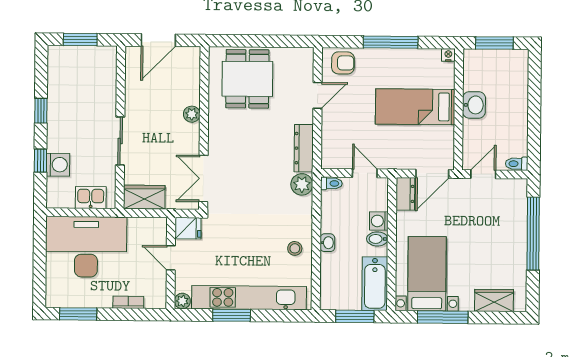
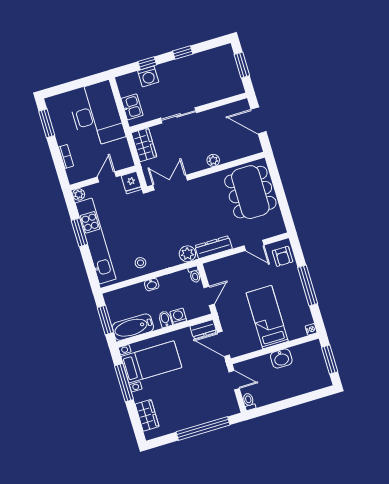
dining table: (247, 79) -> (250, 192), width x1.38

